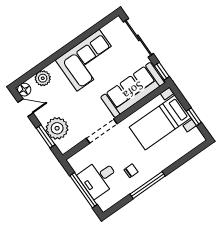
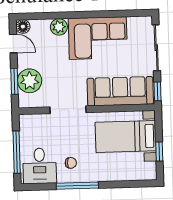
plant: (43, 78) -> (59, 27), moved
desk: (99, 178) -> (40, 166), moved, turned -90

